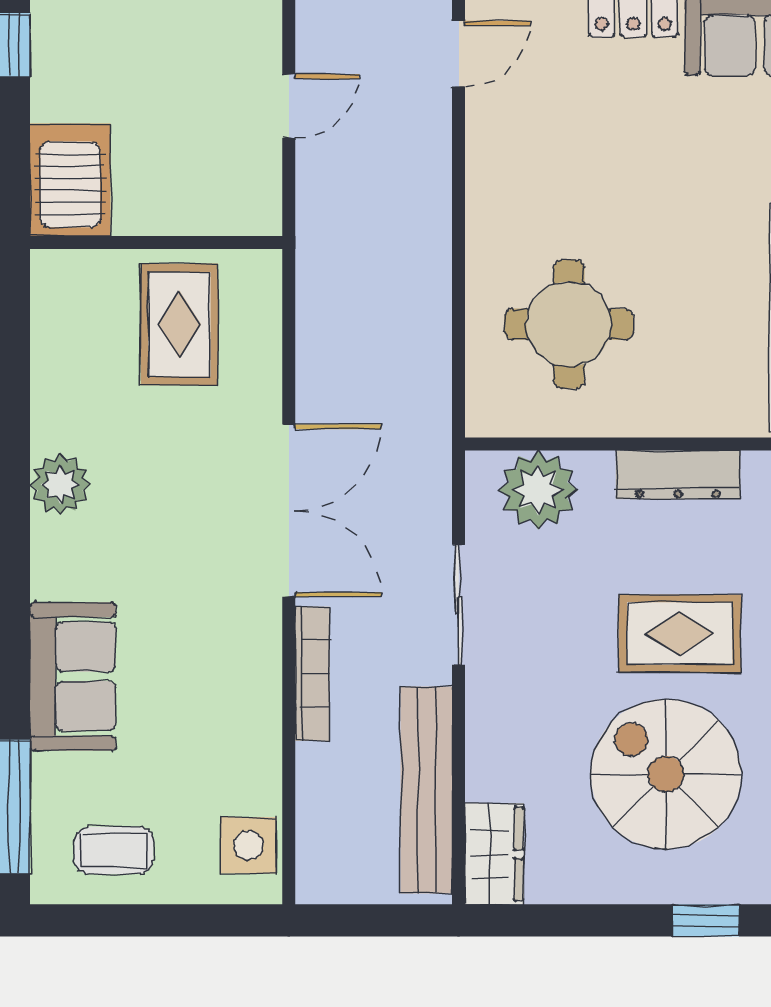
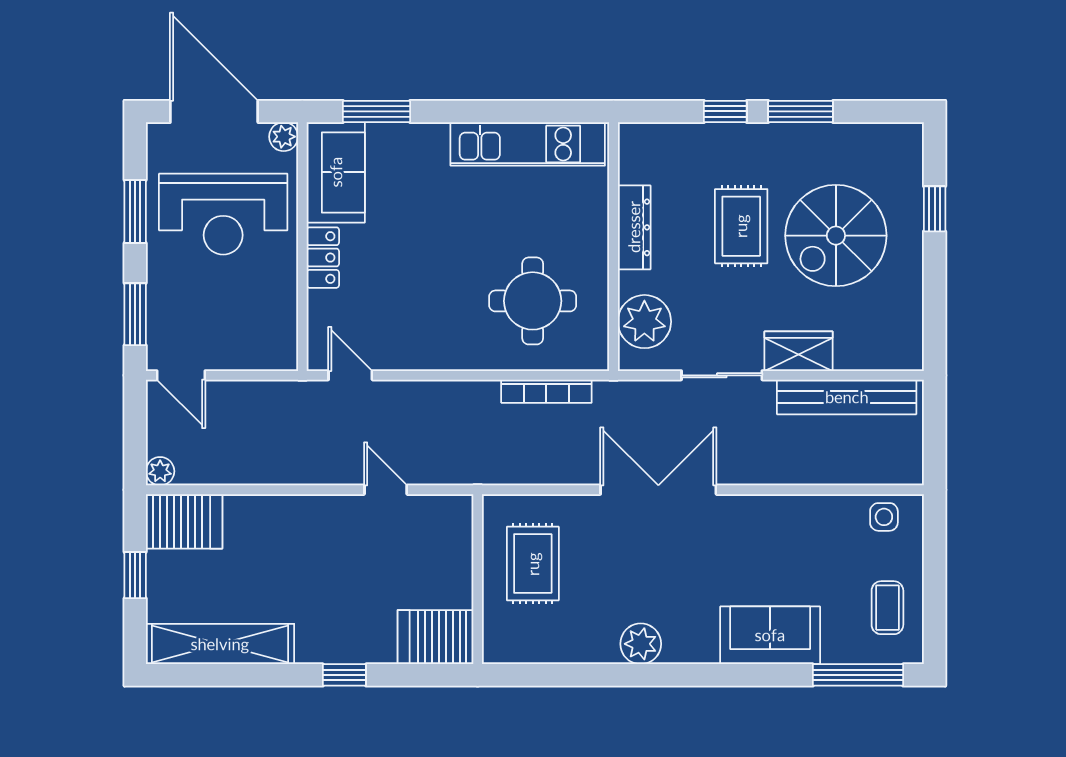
rug: (179, 324) -> (533, 564), turned 90
bookcase: (312, 674) -> (546, 391), moved, turned 180
side table: (248, 845) -> (884, 517), width x0.73, depth x0.73
wardrobe: (494, 854) -> (799, 351), moved

